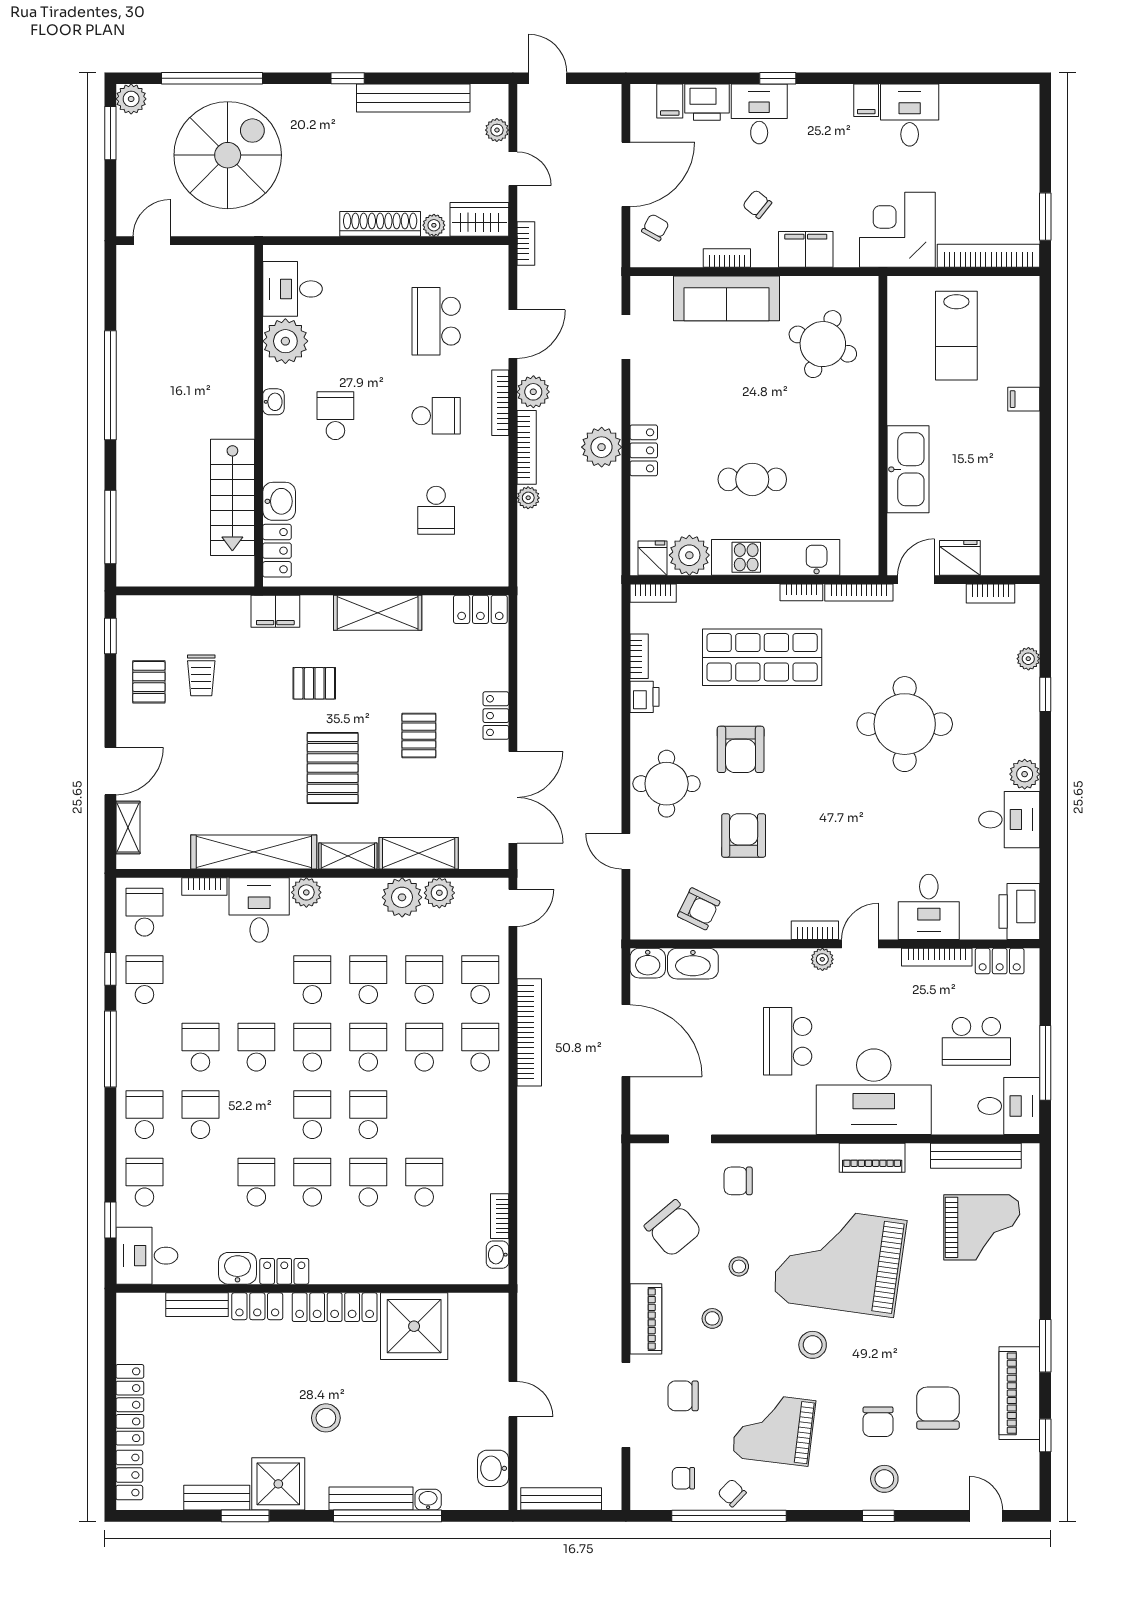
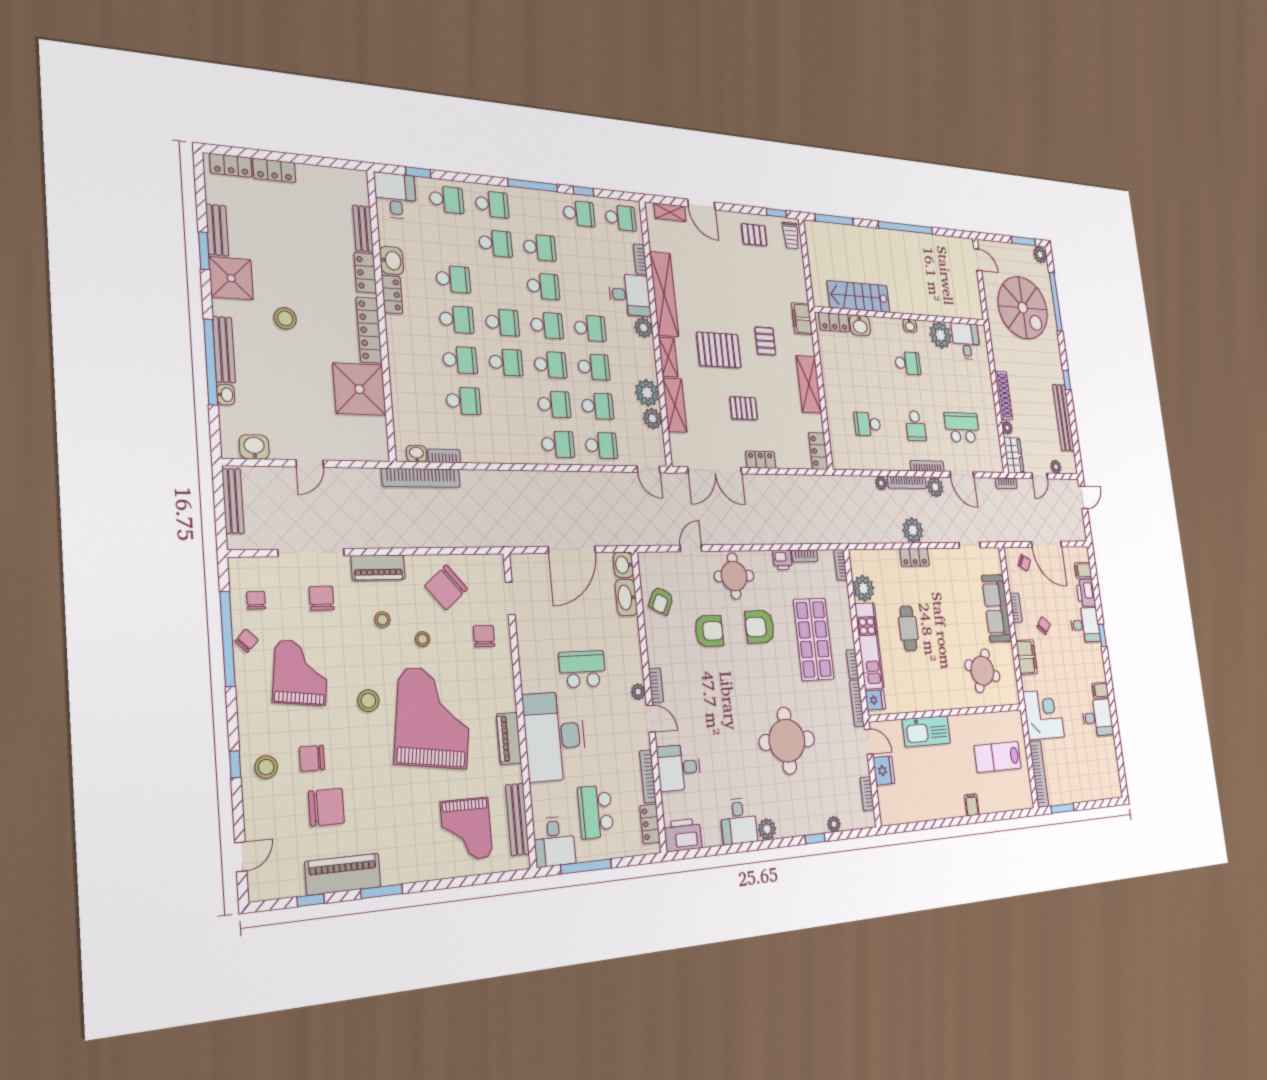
fridge: (653, 558) -> (875, 700), moved
trolley: (201, 675) -> (791, 235), moved, turned -90
bookcase: (529, 1032) -> (421, 478), moved
locker: (130, 1405) -> (274, 170), width x0.66

